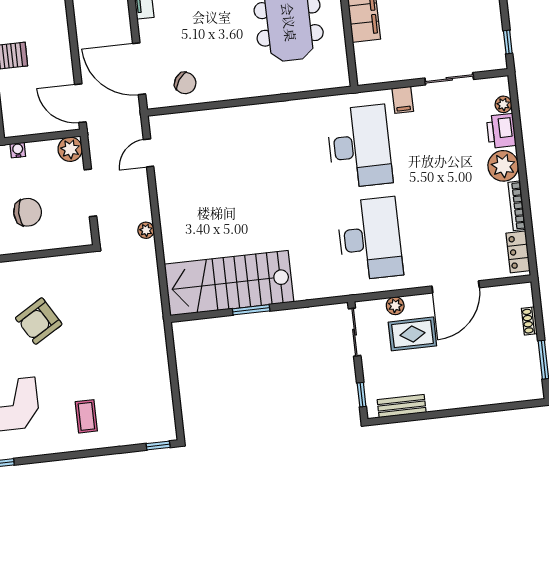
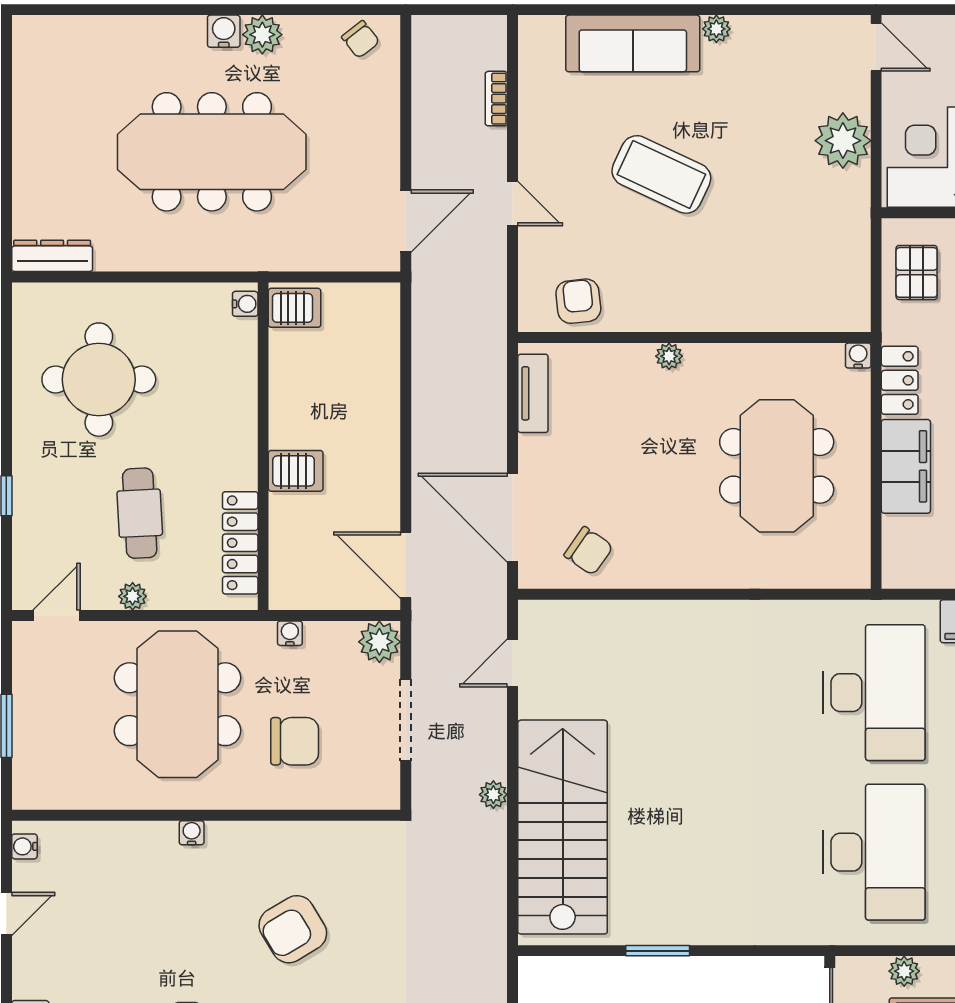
stairs: (229, 283) -> (563, 827), moved, turned 90

